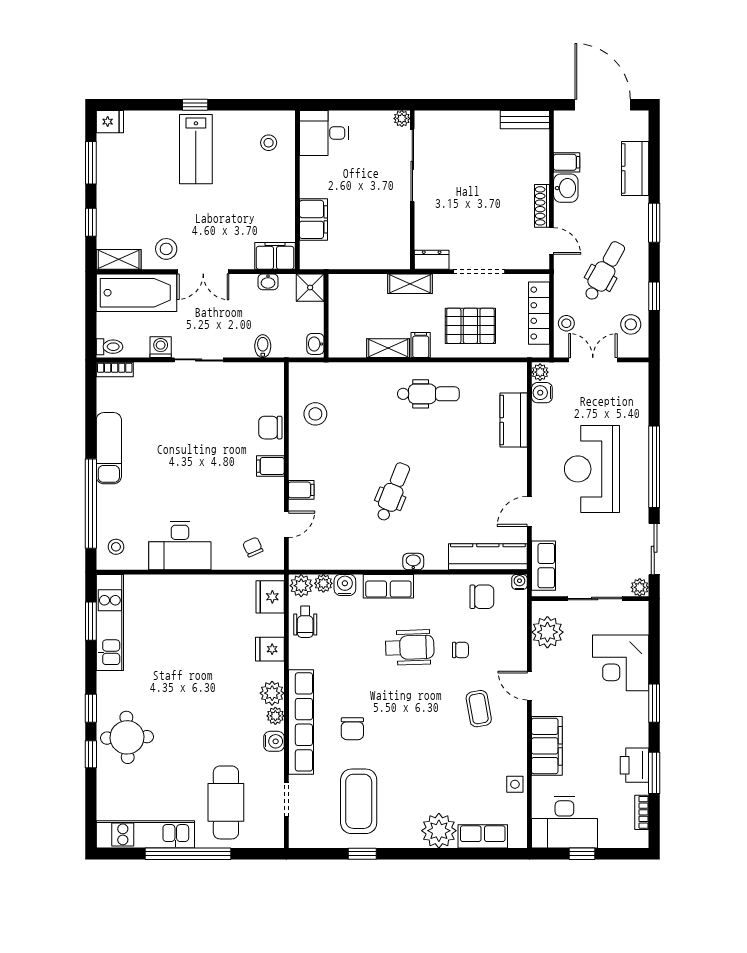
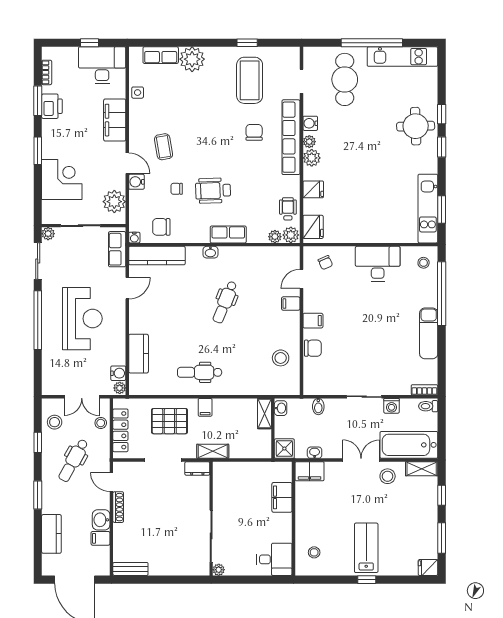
shelving: (388, 348) -> (264, 414), moved, turned 90
water cooler: (345, 585) -> (136, 182), moved, turned 90

